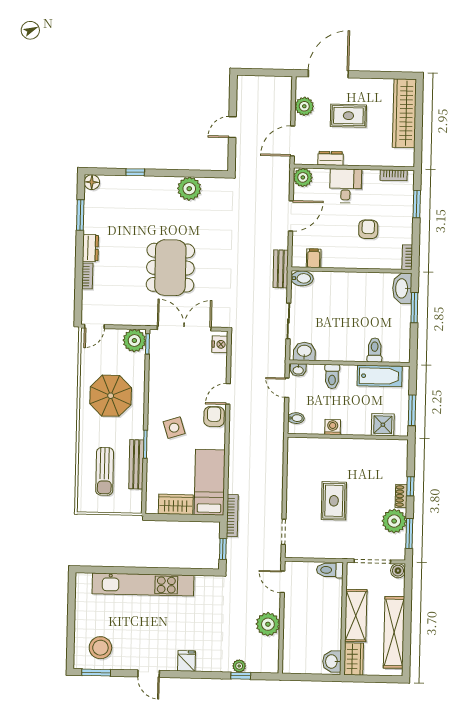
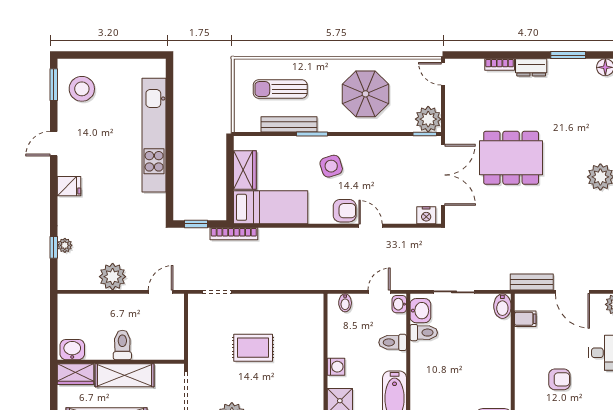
bench: (281, 269) -> (532, 282), moved
toilet: (375, 350) -> (424, 333), moved
washing machine: (333, 427) -> (336, 367), moved
toilet: (330, 570) -> (122, 345), moved

